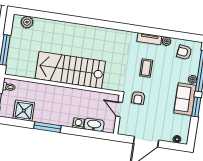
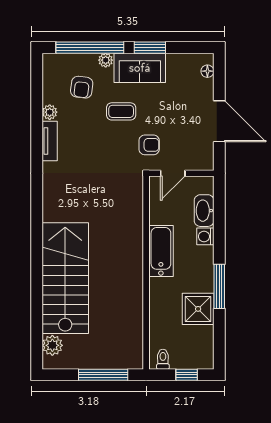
armchair: (184, 52) -> (82, 87), moved
coffee table: (146, 68) -> (121, 111), moved
stairs: (70, 70) -> (65, 278), moved, turned 180
bathtub: (74, 95) -> (161, 251), added
shower: (24, 111) -> (198, 309), moved

